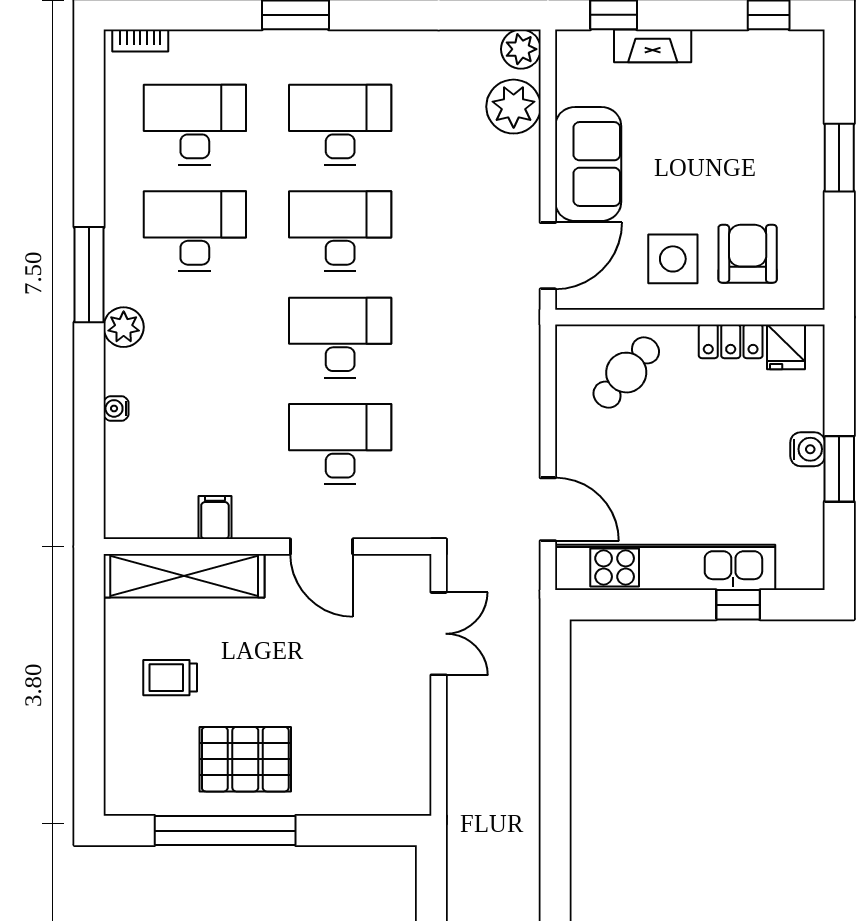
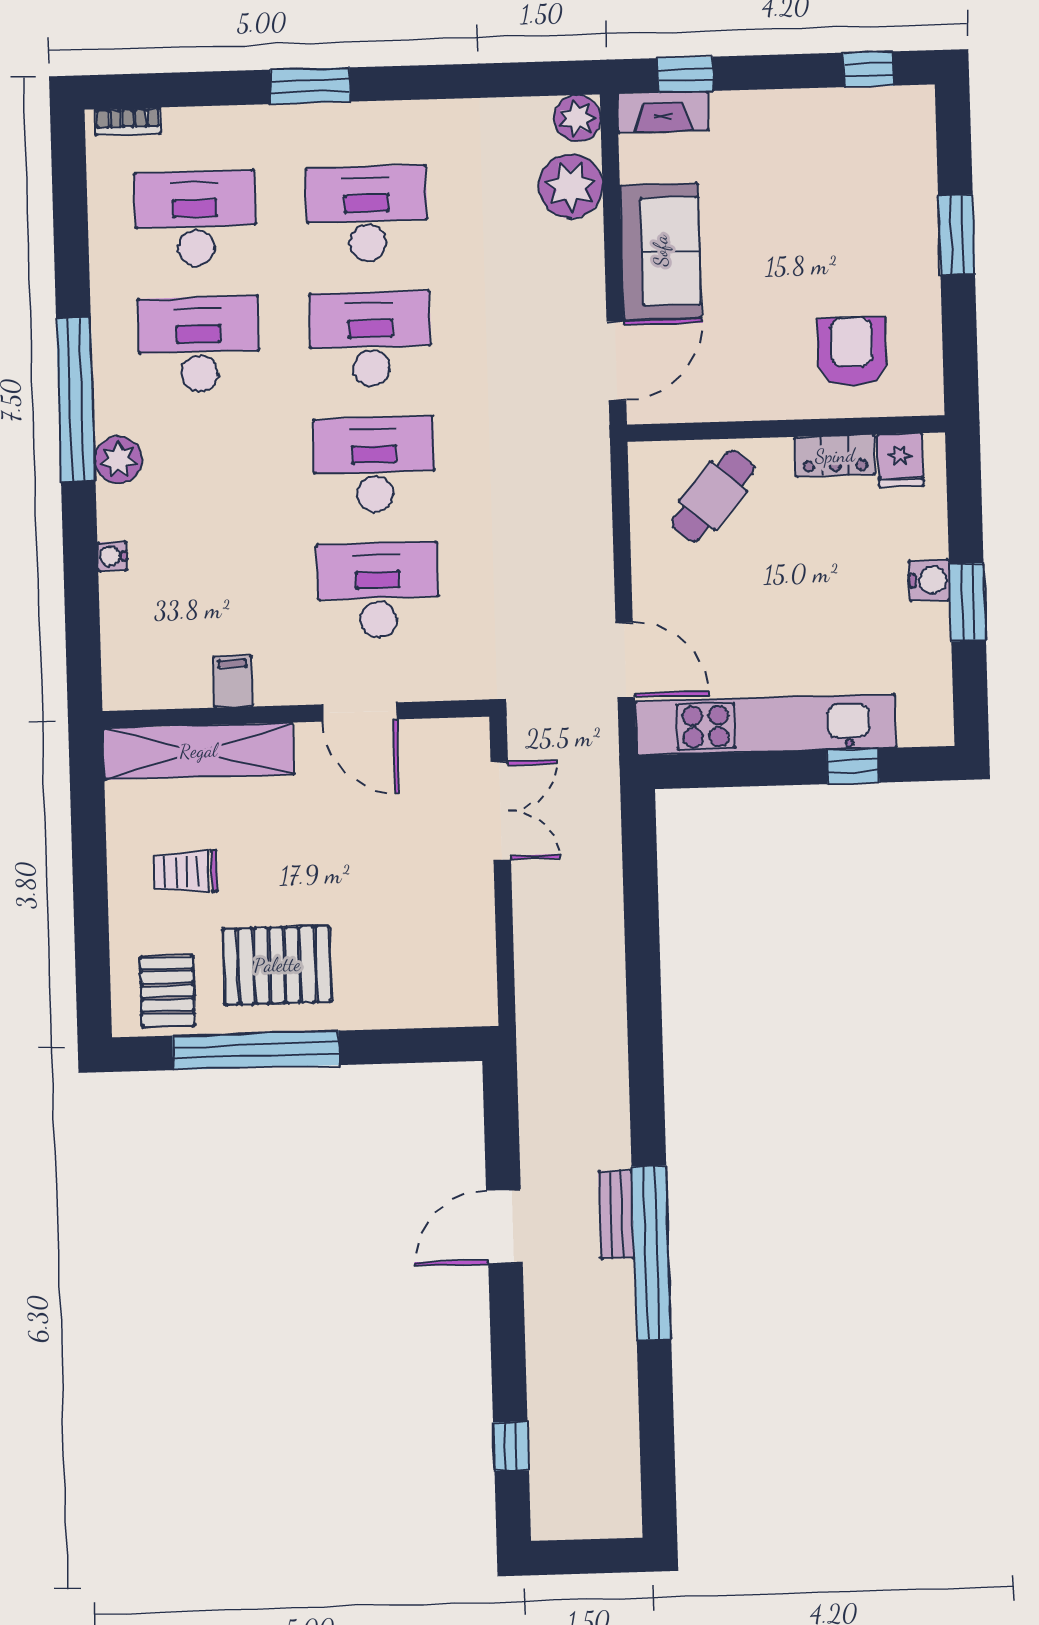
fireplace: (653, 46) -> (663, 112), moved
side table: (673, 259) -> (764, 360), removed
window: (89, 275) -> (76, 399), width x1.46
pallet: (152, 778) -> (167, 991), added

